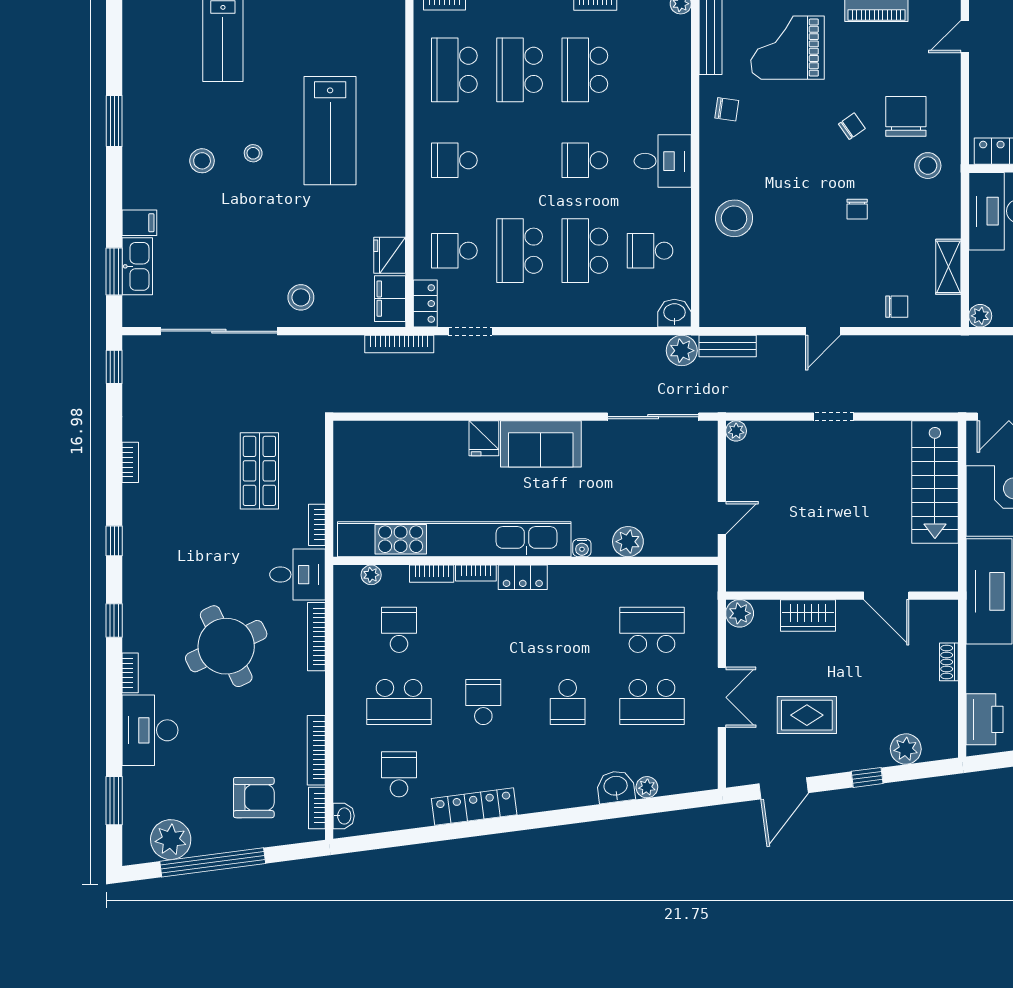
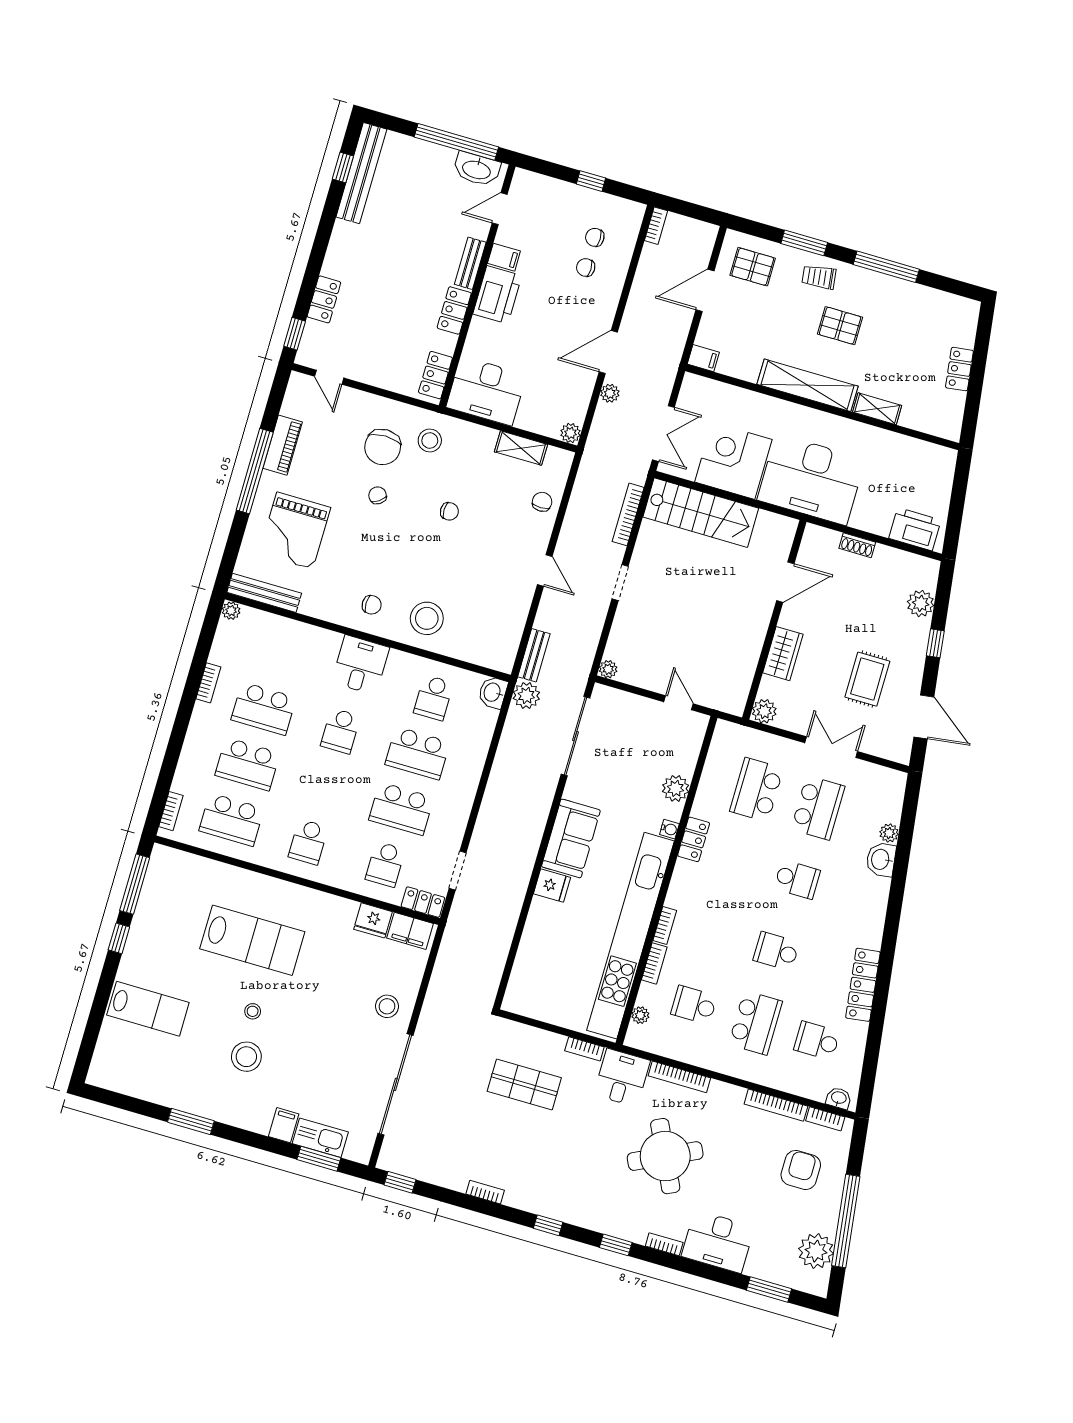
chair: (727, 109) -> (372, 605), moved, turned 82
chair: (906, 116) -> (383, 447), turned -90
stool: (202, 161) -> (246, 1057), width x1.38, depth x1.38
bookcase: (399, 344) -> (628, 514), moved, turned 180
locker: (523, 577) -> (694, 839), moved

